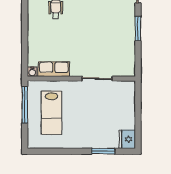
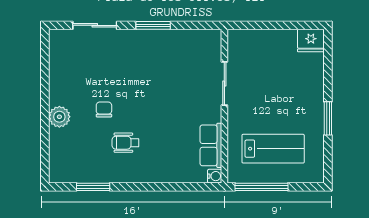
window: (103, 151) -> (328, 118), moved

